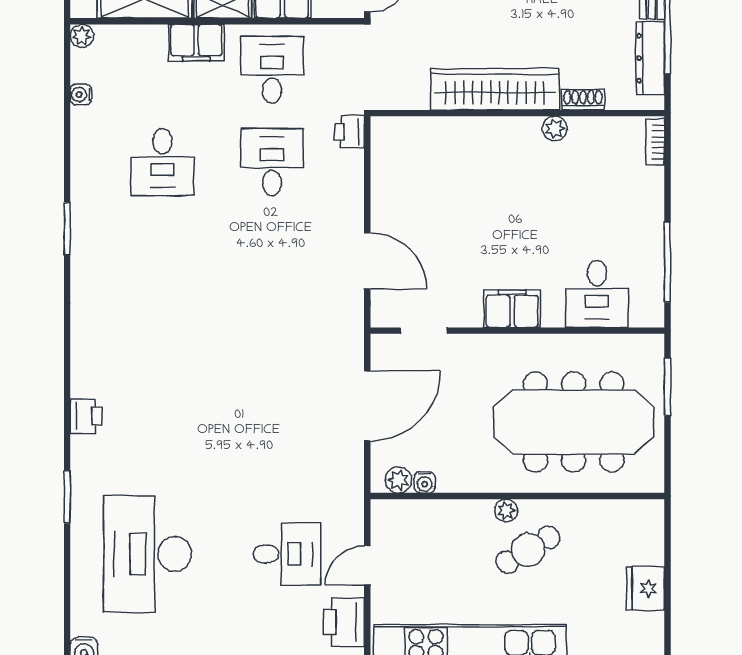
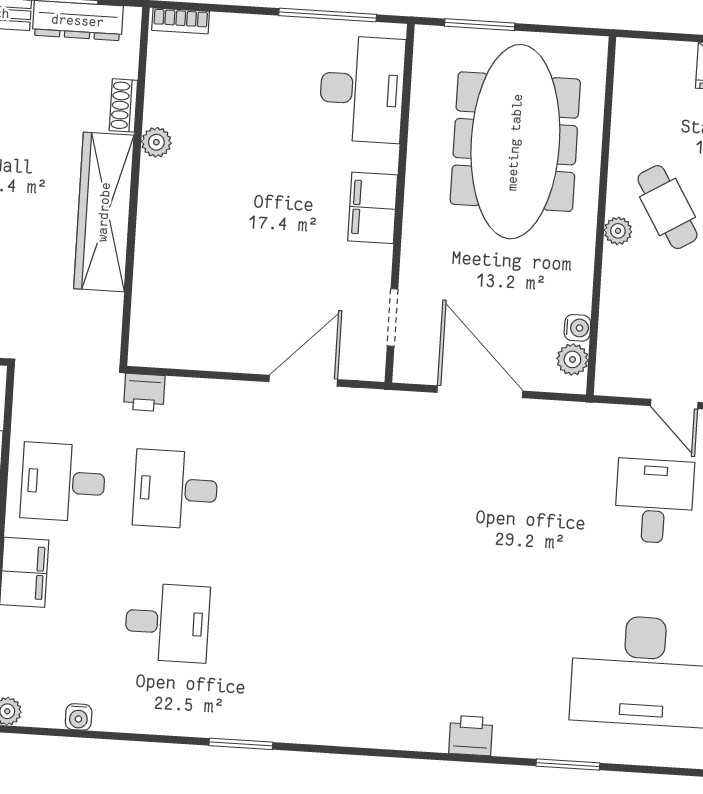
desk: (597, 294) -> (362, 89), width x1.37

